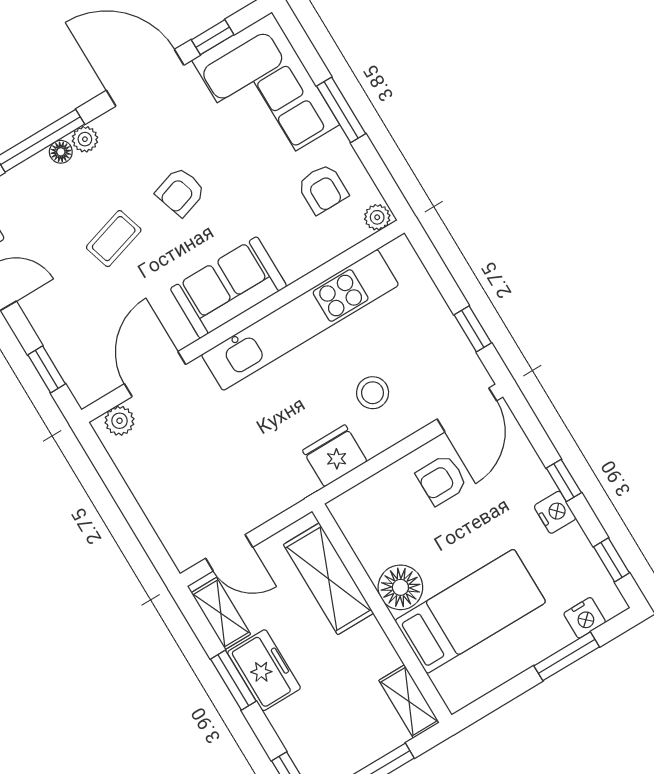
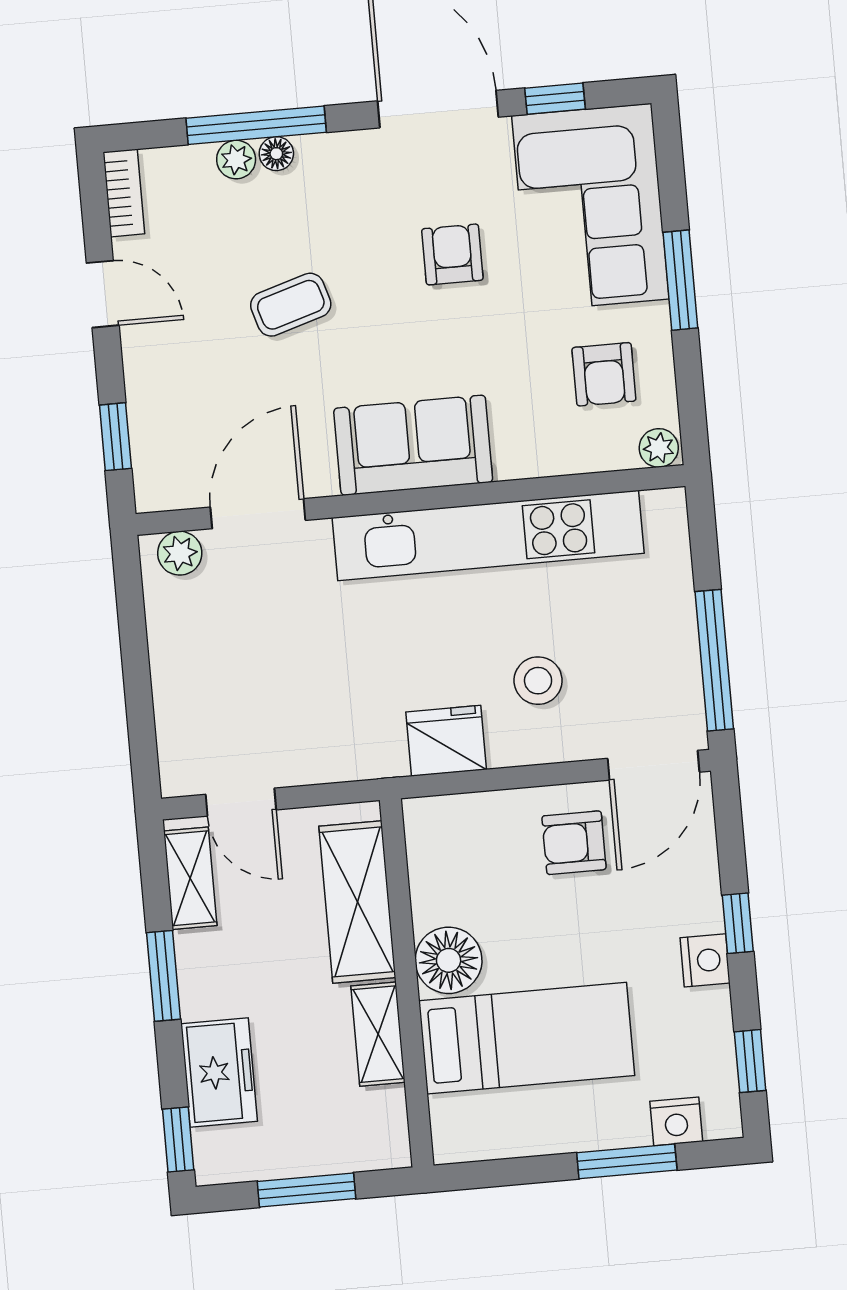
plant: (85, 139) -> (236, 160), moved
armchair: (180, 192) -> (452, 254), moved, turned 108
window: (473, 329) -> (714, 660), width x2.17
freezer: (264, 670) -> (219, 1072), moved
shelving: (409, 701) -> (378, 1034), moved

